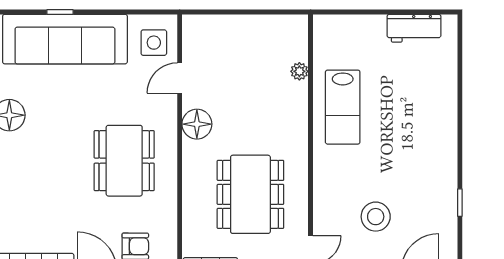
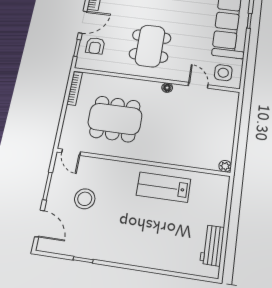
plant: (299, 71) -> (225, 166), moved
floor lamp: (197, 124) -> (167, 88), width x0.53, depth x0.53
dining table: (124, 161) -> (150, 46), turned 90

